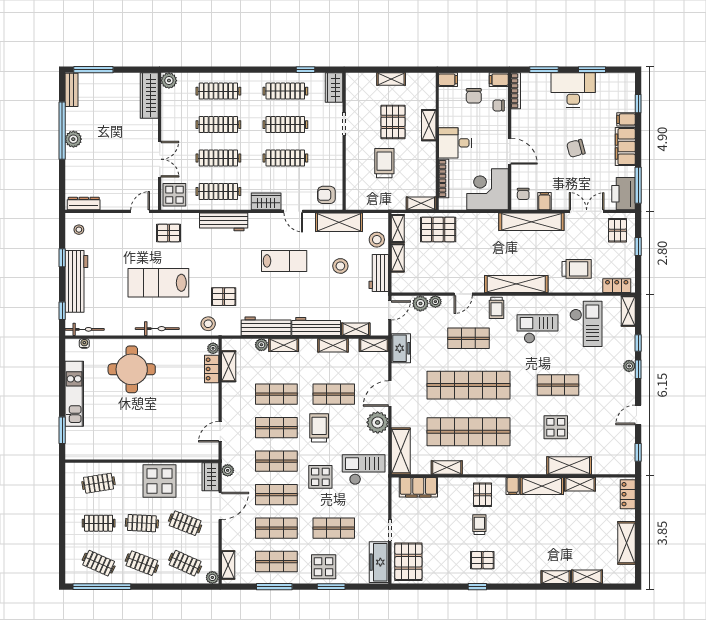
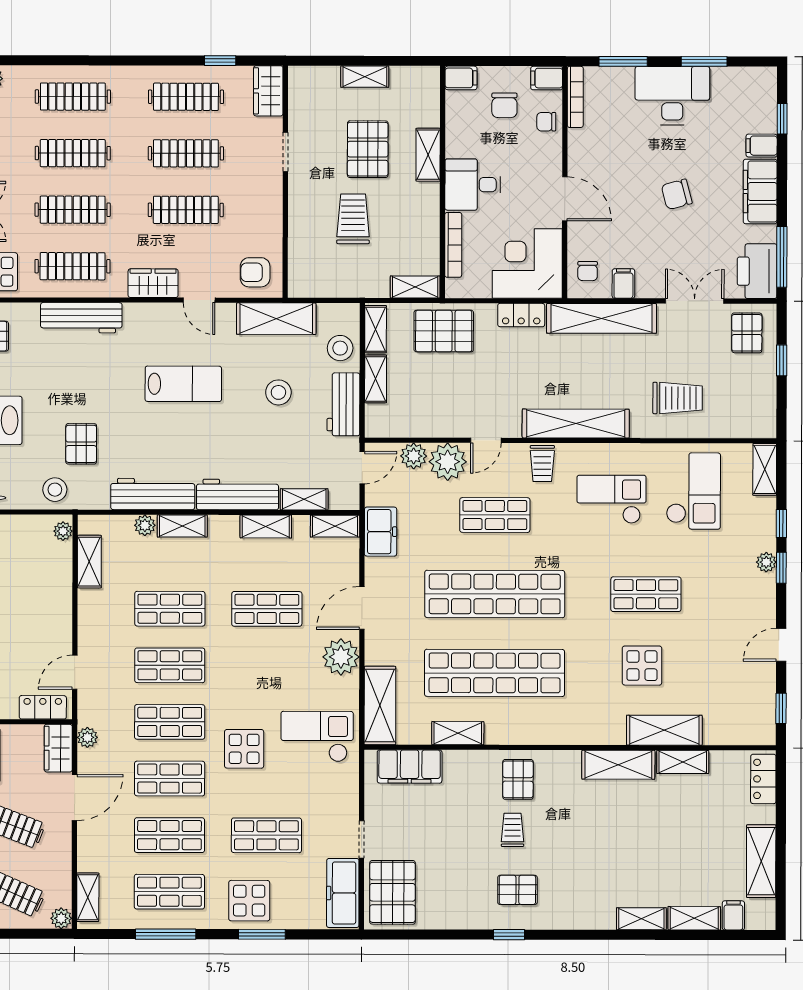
locker: (617, 286) -> (521, 315), moved, turned 180
pallet: (224, 297) -> (81, 444), turned 90
plant: (435, 302) -> (448, 462), width x1.87, depth x1.87
locker: (212, 369) -> (43, 707), moved, turned 90
trolley: (319, 428) -> (242, 666), removed
filing cabinet: (513, 486) -> (733, 915), moved, turned 180

